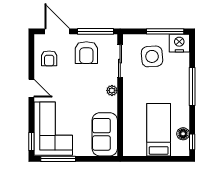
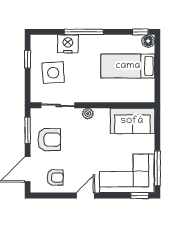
window: (96, 31) -> (28, 130), width x0.69
window: (165, 31) -> (28, 59), width x0.46
nightstand: (179, 43) -> (68, 44), moved, turned 90
floor lamp: (183, 134) -> (148, 41), moved

